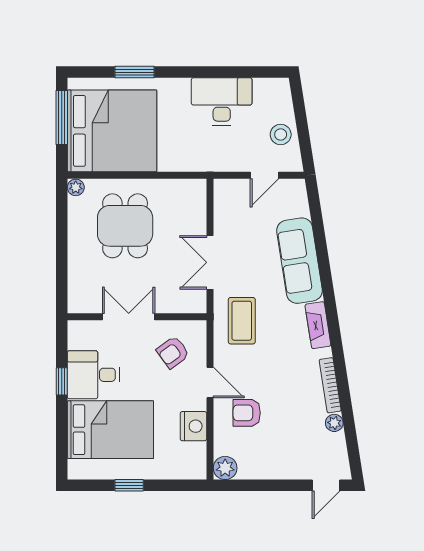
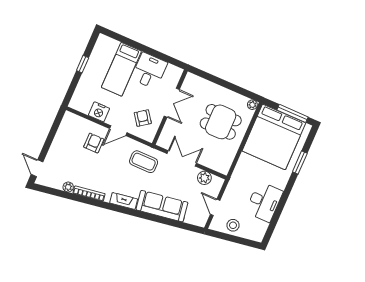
window: (62, 381) -> (153, 53), removed
bed: (110, 430) -> (121, 69), width x0.67
plant: (225, 468) -> (204, 178), moved

